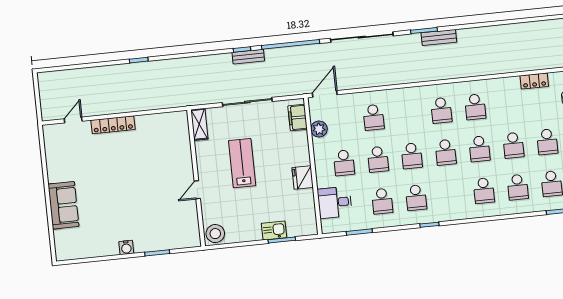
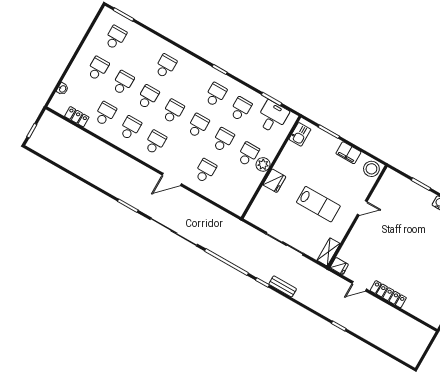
bench: (439, 37) -> (121, 194), removed
bench: (248, 57) -> (283, 286), moved
door: (325, 94) -> (172, 179), moved
fridge: (179, 118) -> (339, 266), added
filing cabinet: (298, 118) -> (348, 153), moved, turned 90
door: (73, 120) -> (359, 286), moved
plant: (319, 129) -> (263, 164), moved
lab bench: (242, 163) -> (318, 204), turned -90
fridge: (303, 177) -> (274, 181), moved
school desk: (518, 187) -> (105, 114), moved
desk: (335, 202) -> (272, 117), moved, turned -90
kitchen sink: (274, 230) -> (300, 134), moved, turned -90

